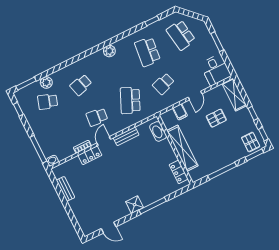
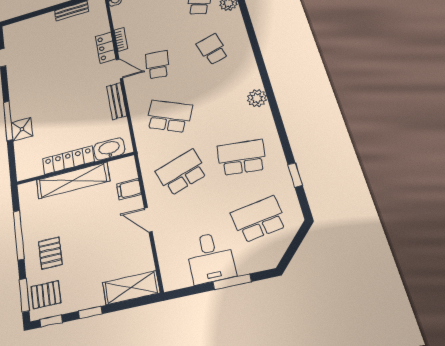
desk: (216, 70) -> (210, 258), moved, turned -90
school desk: (164, 84) -> (181, 172), width x1.85
pallet: (216, 118) -> (50, 253), moved
locker: (179, 172) -> (68, 160), moved, width x1.53
shower: (135, 205) -> (22, 129), moved

